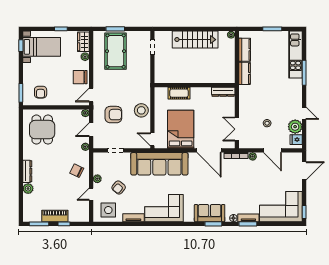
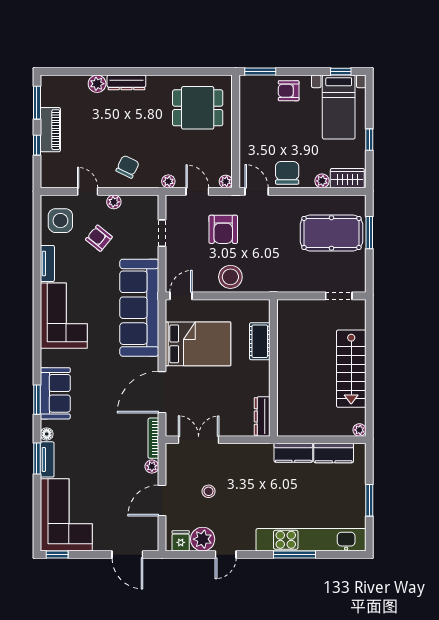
kitchen unit: (295, 55) -> (311, 540), width x1.36
armchair: (41, 92) -> (289, 91), moved

